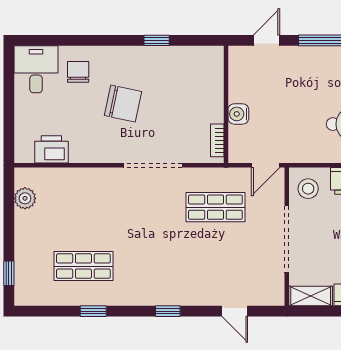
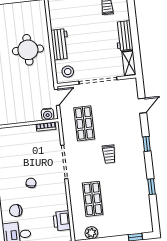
chair: (123, 104) -> (31, 183), width x0.54, depth x0.54
water cooler: (238, 114) -> (48, 114), moved
door: (266, 165) -> (57, 97), hinge flipped
trolley: (158, 244) -> (109, 154), added
shop shelf: (83, 266) -> (93, 199), moved

